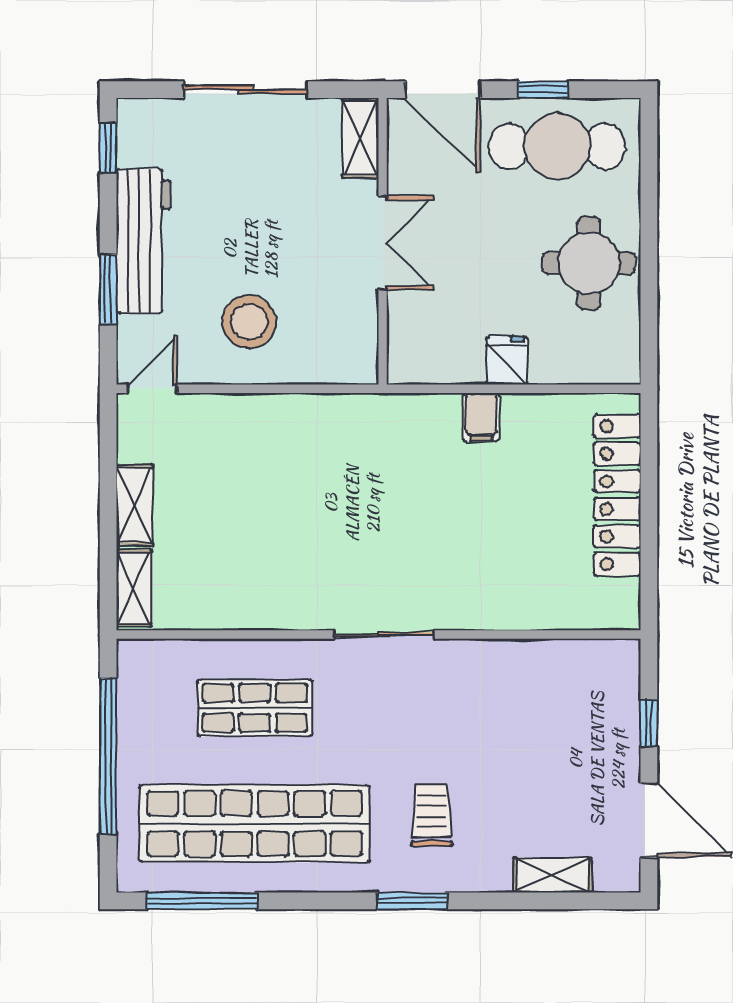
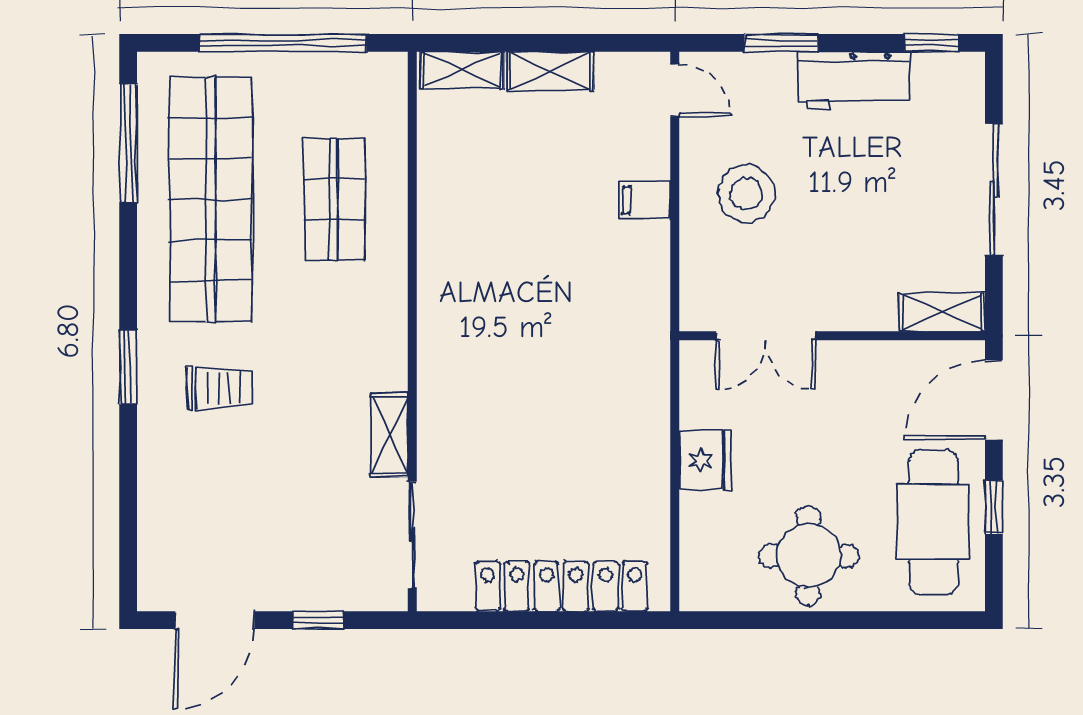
workbench: (143, 241) -> (854, 81), width x0.73
double door: (383, 243) -> (766, 336), moved
fridge: (507, 360) -> (705, 460), width x1.38
filing cabinet: (481, 417) -> (644, 200), moved
sliding door: (384, 635) -> (412, 535), moved
shelving: (553, 875) -> (389, 435), moved

